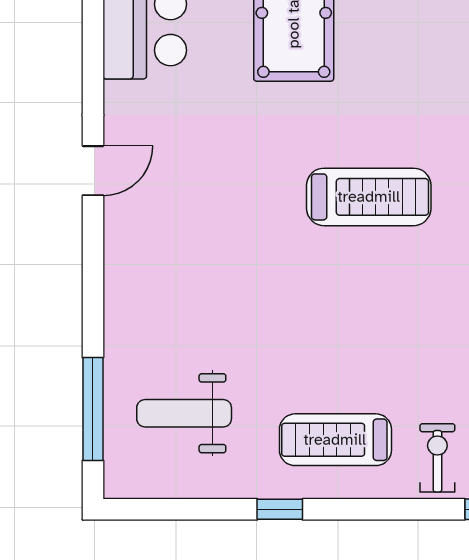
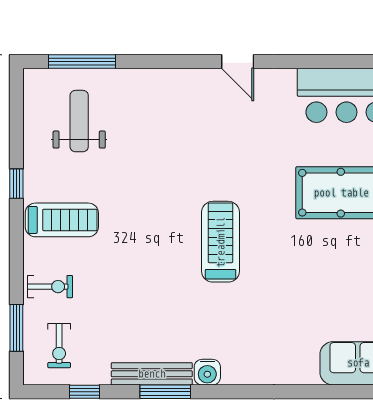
treadmill: (369, 197) -> (221, 242), turned 180
treadmill: (335, 440) -> (62, 220), turned 90

